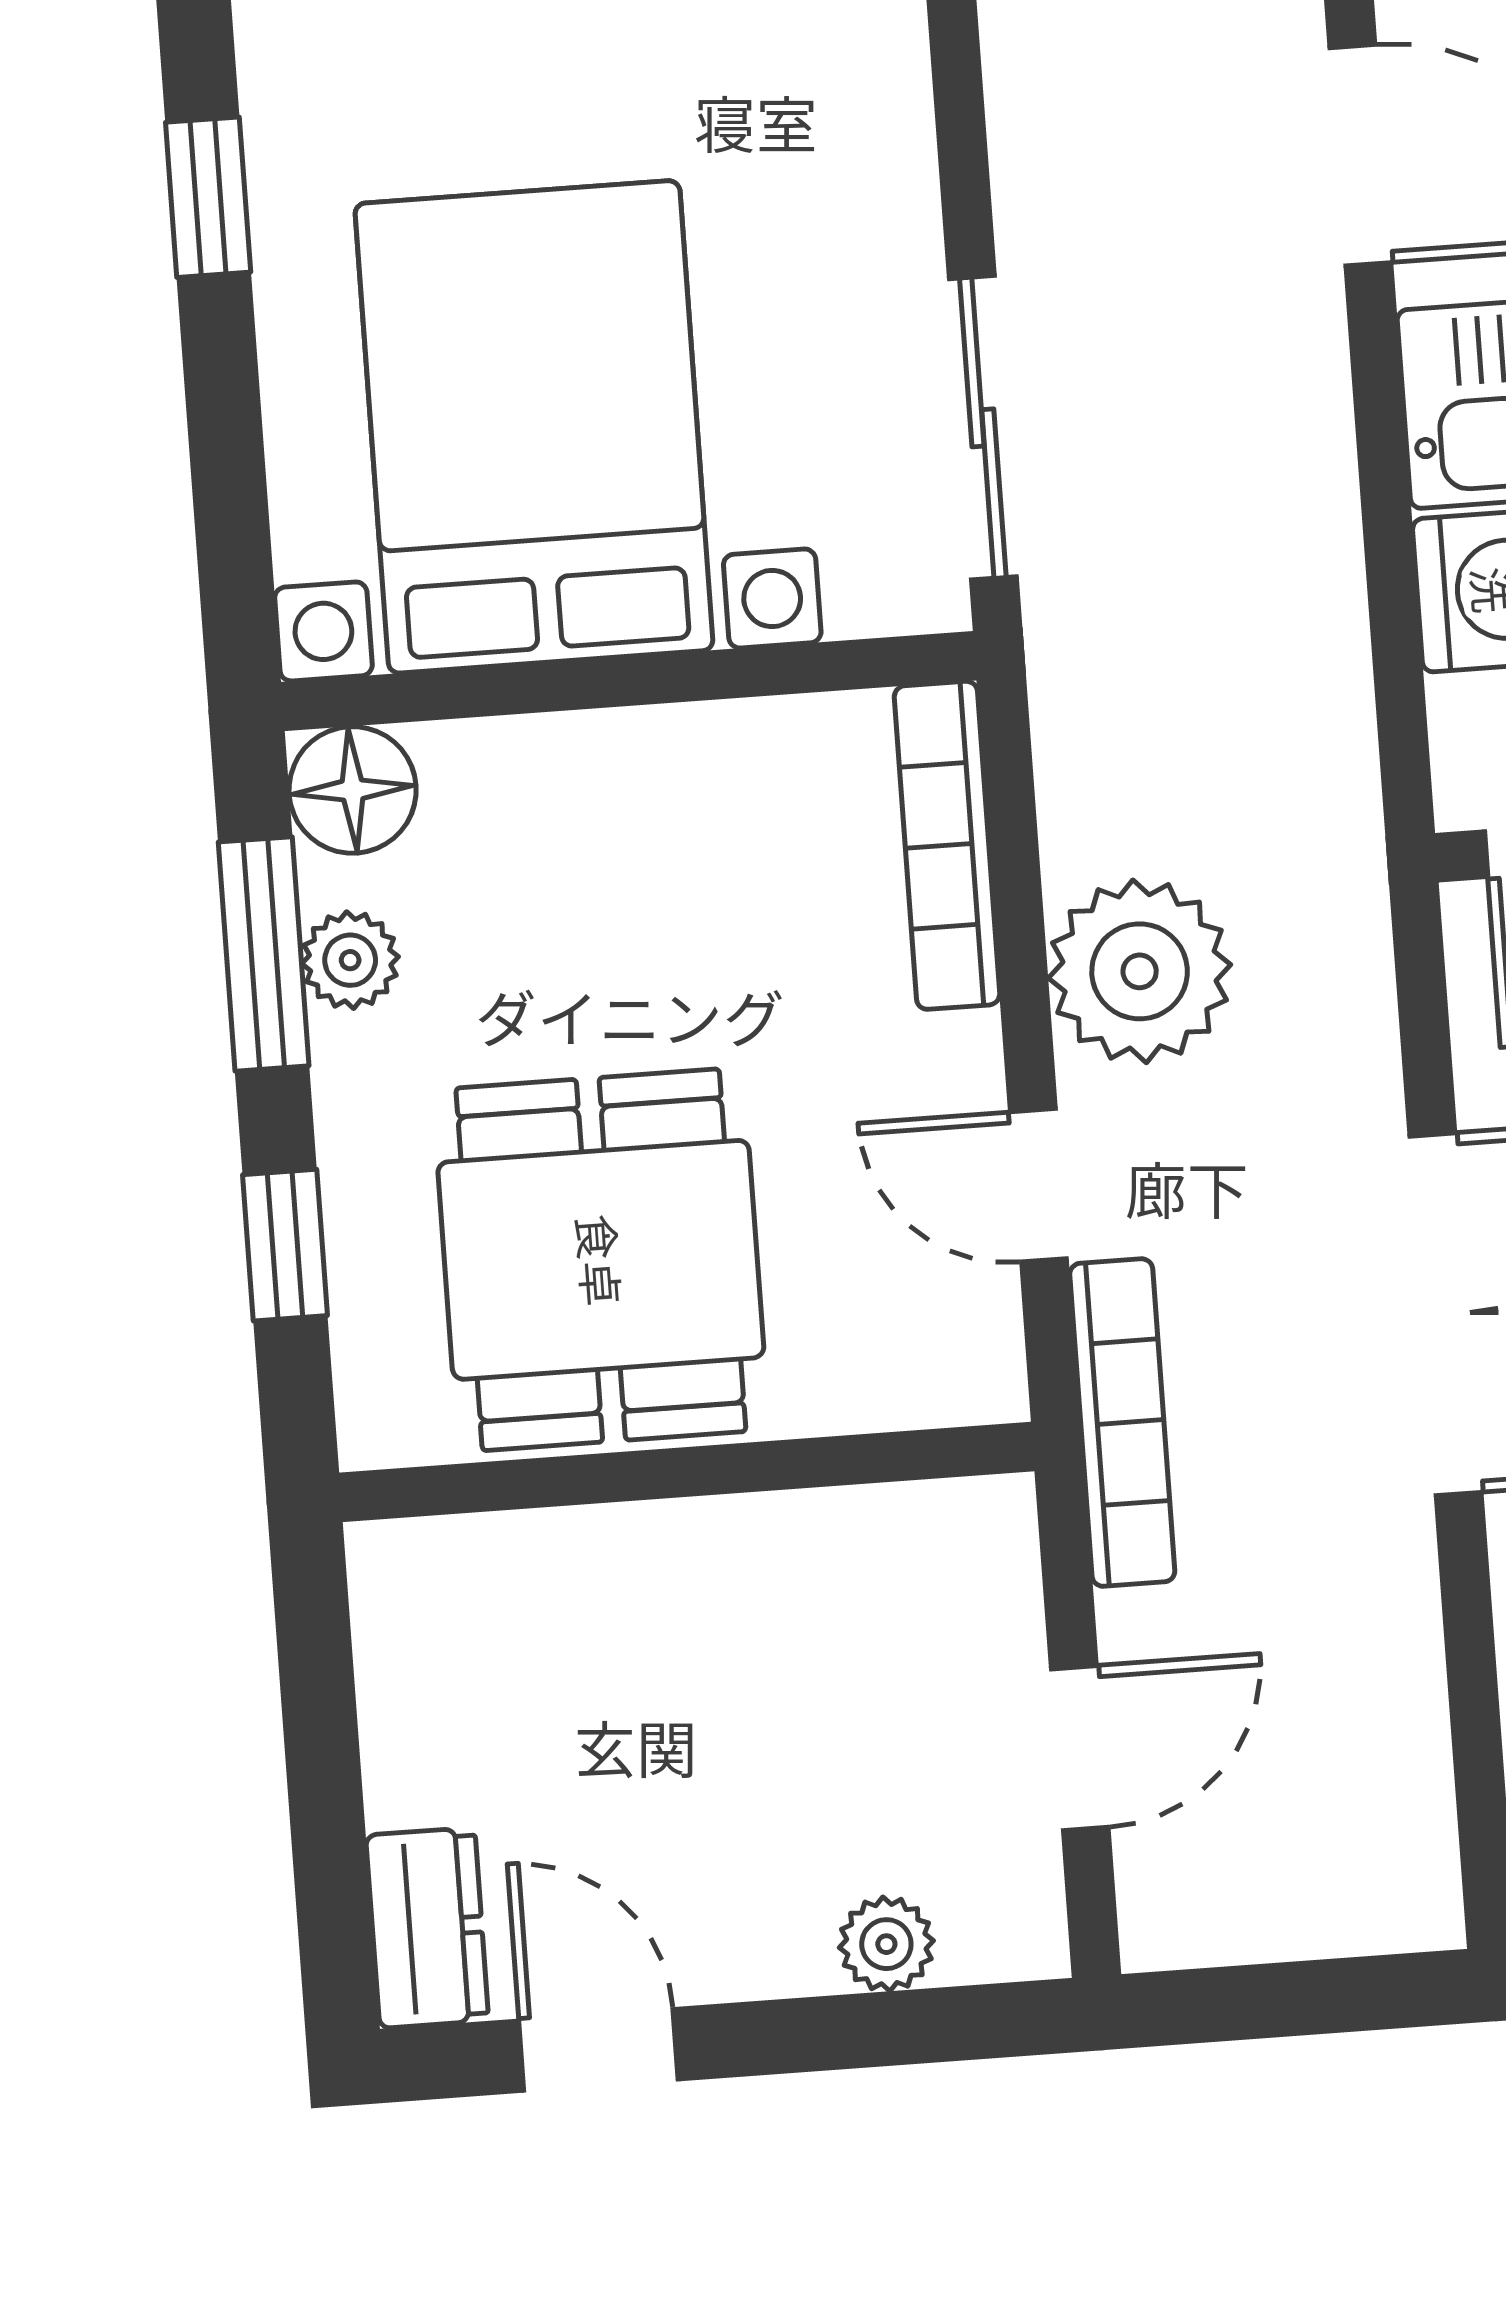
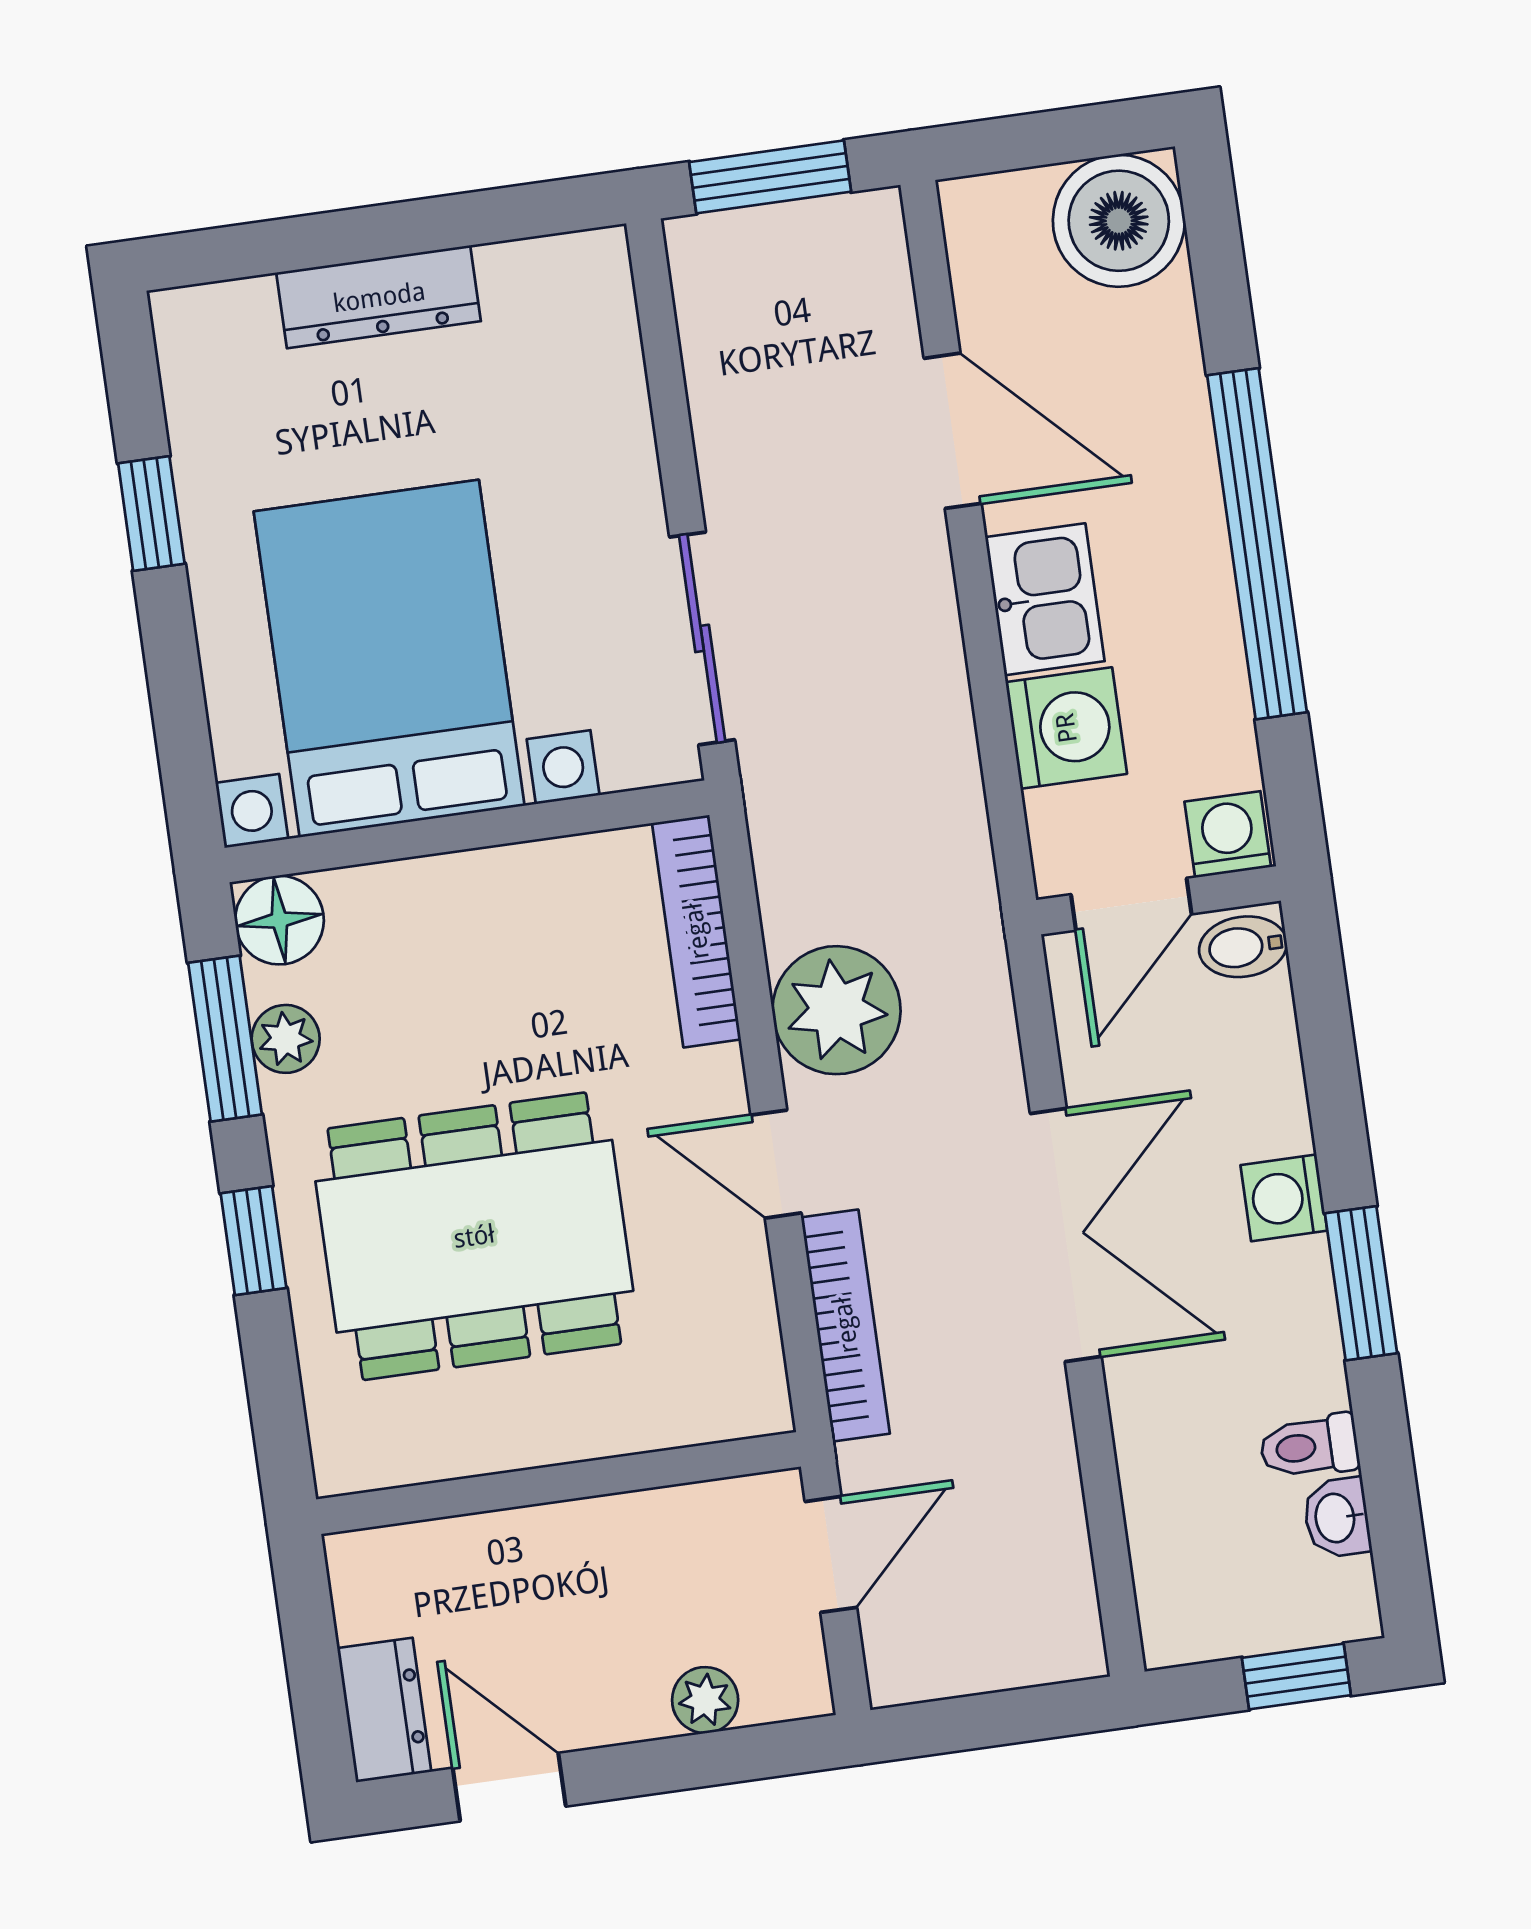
dining table: (601, 1260) -> (474, 1236), width x1.38
wall: (687, 1472) -> (559, 1483), moved

